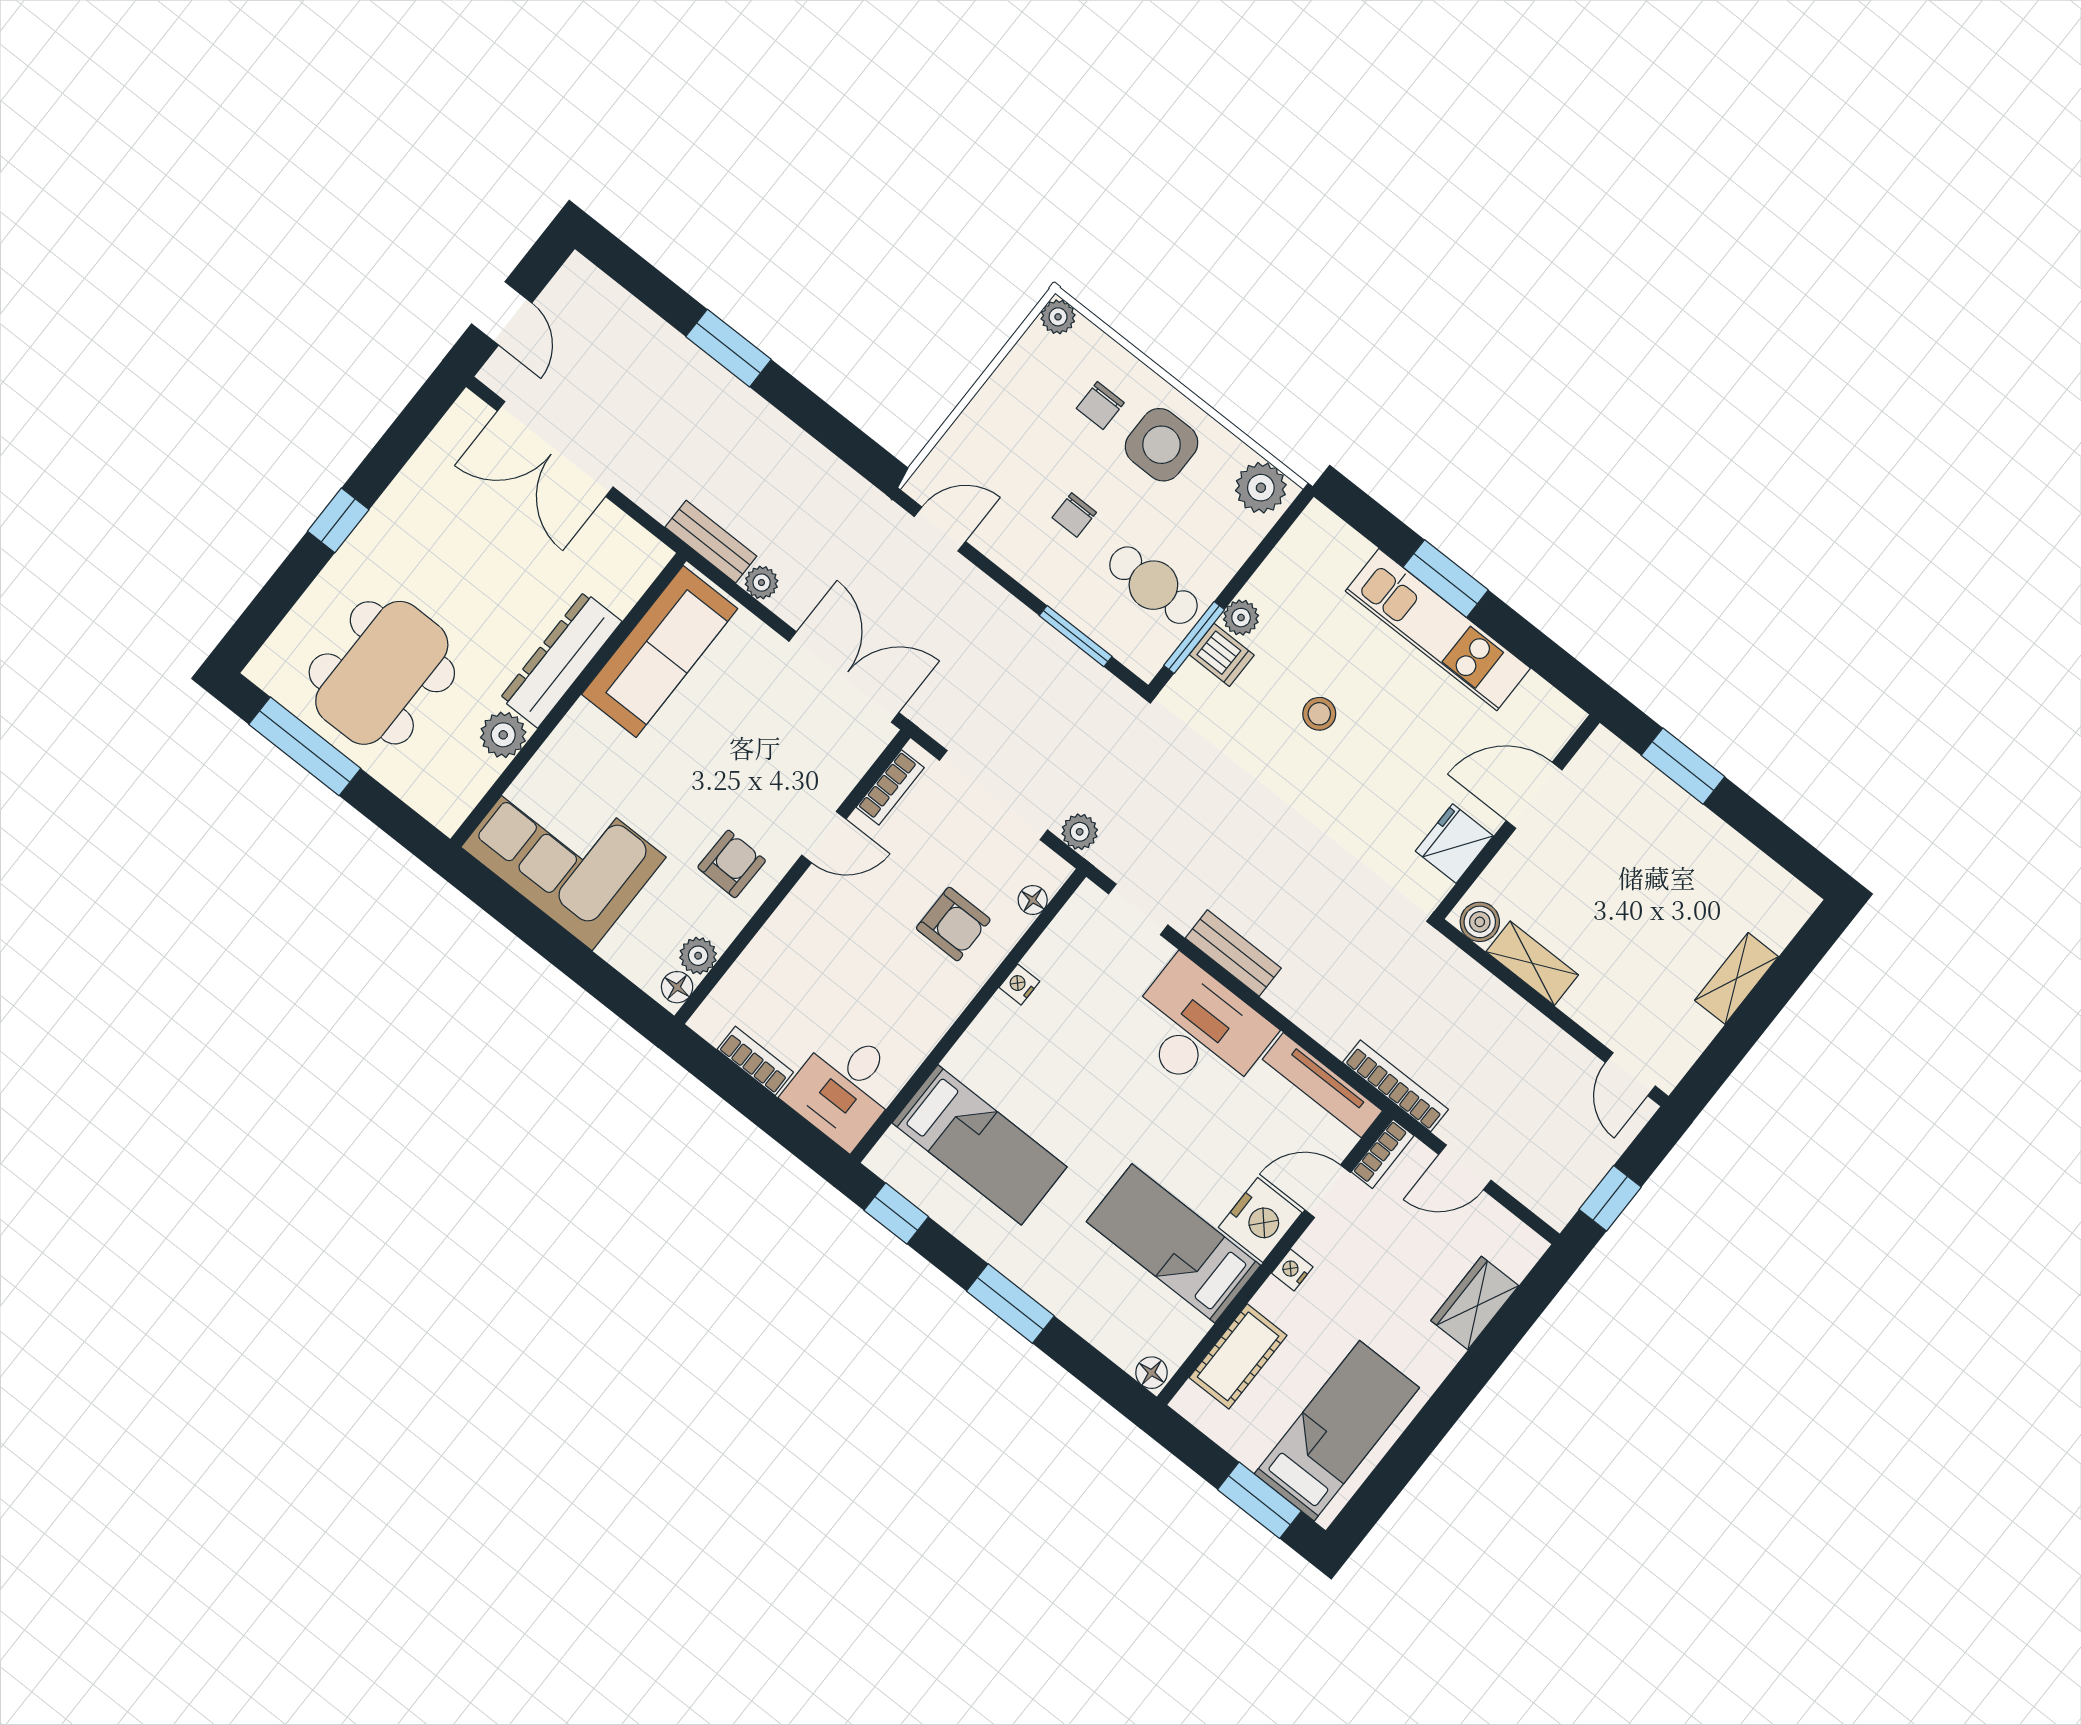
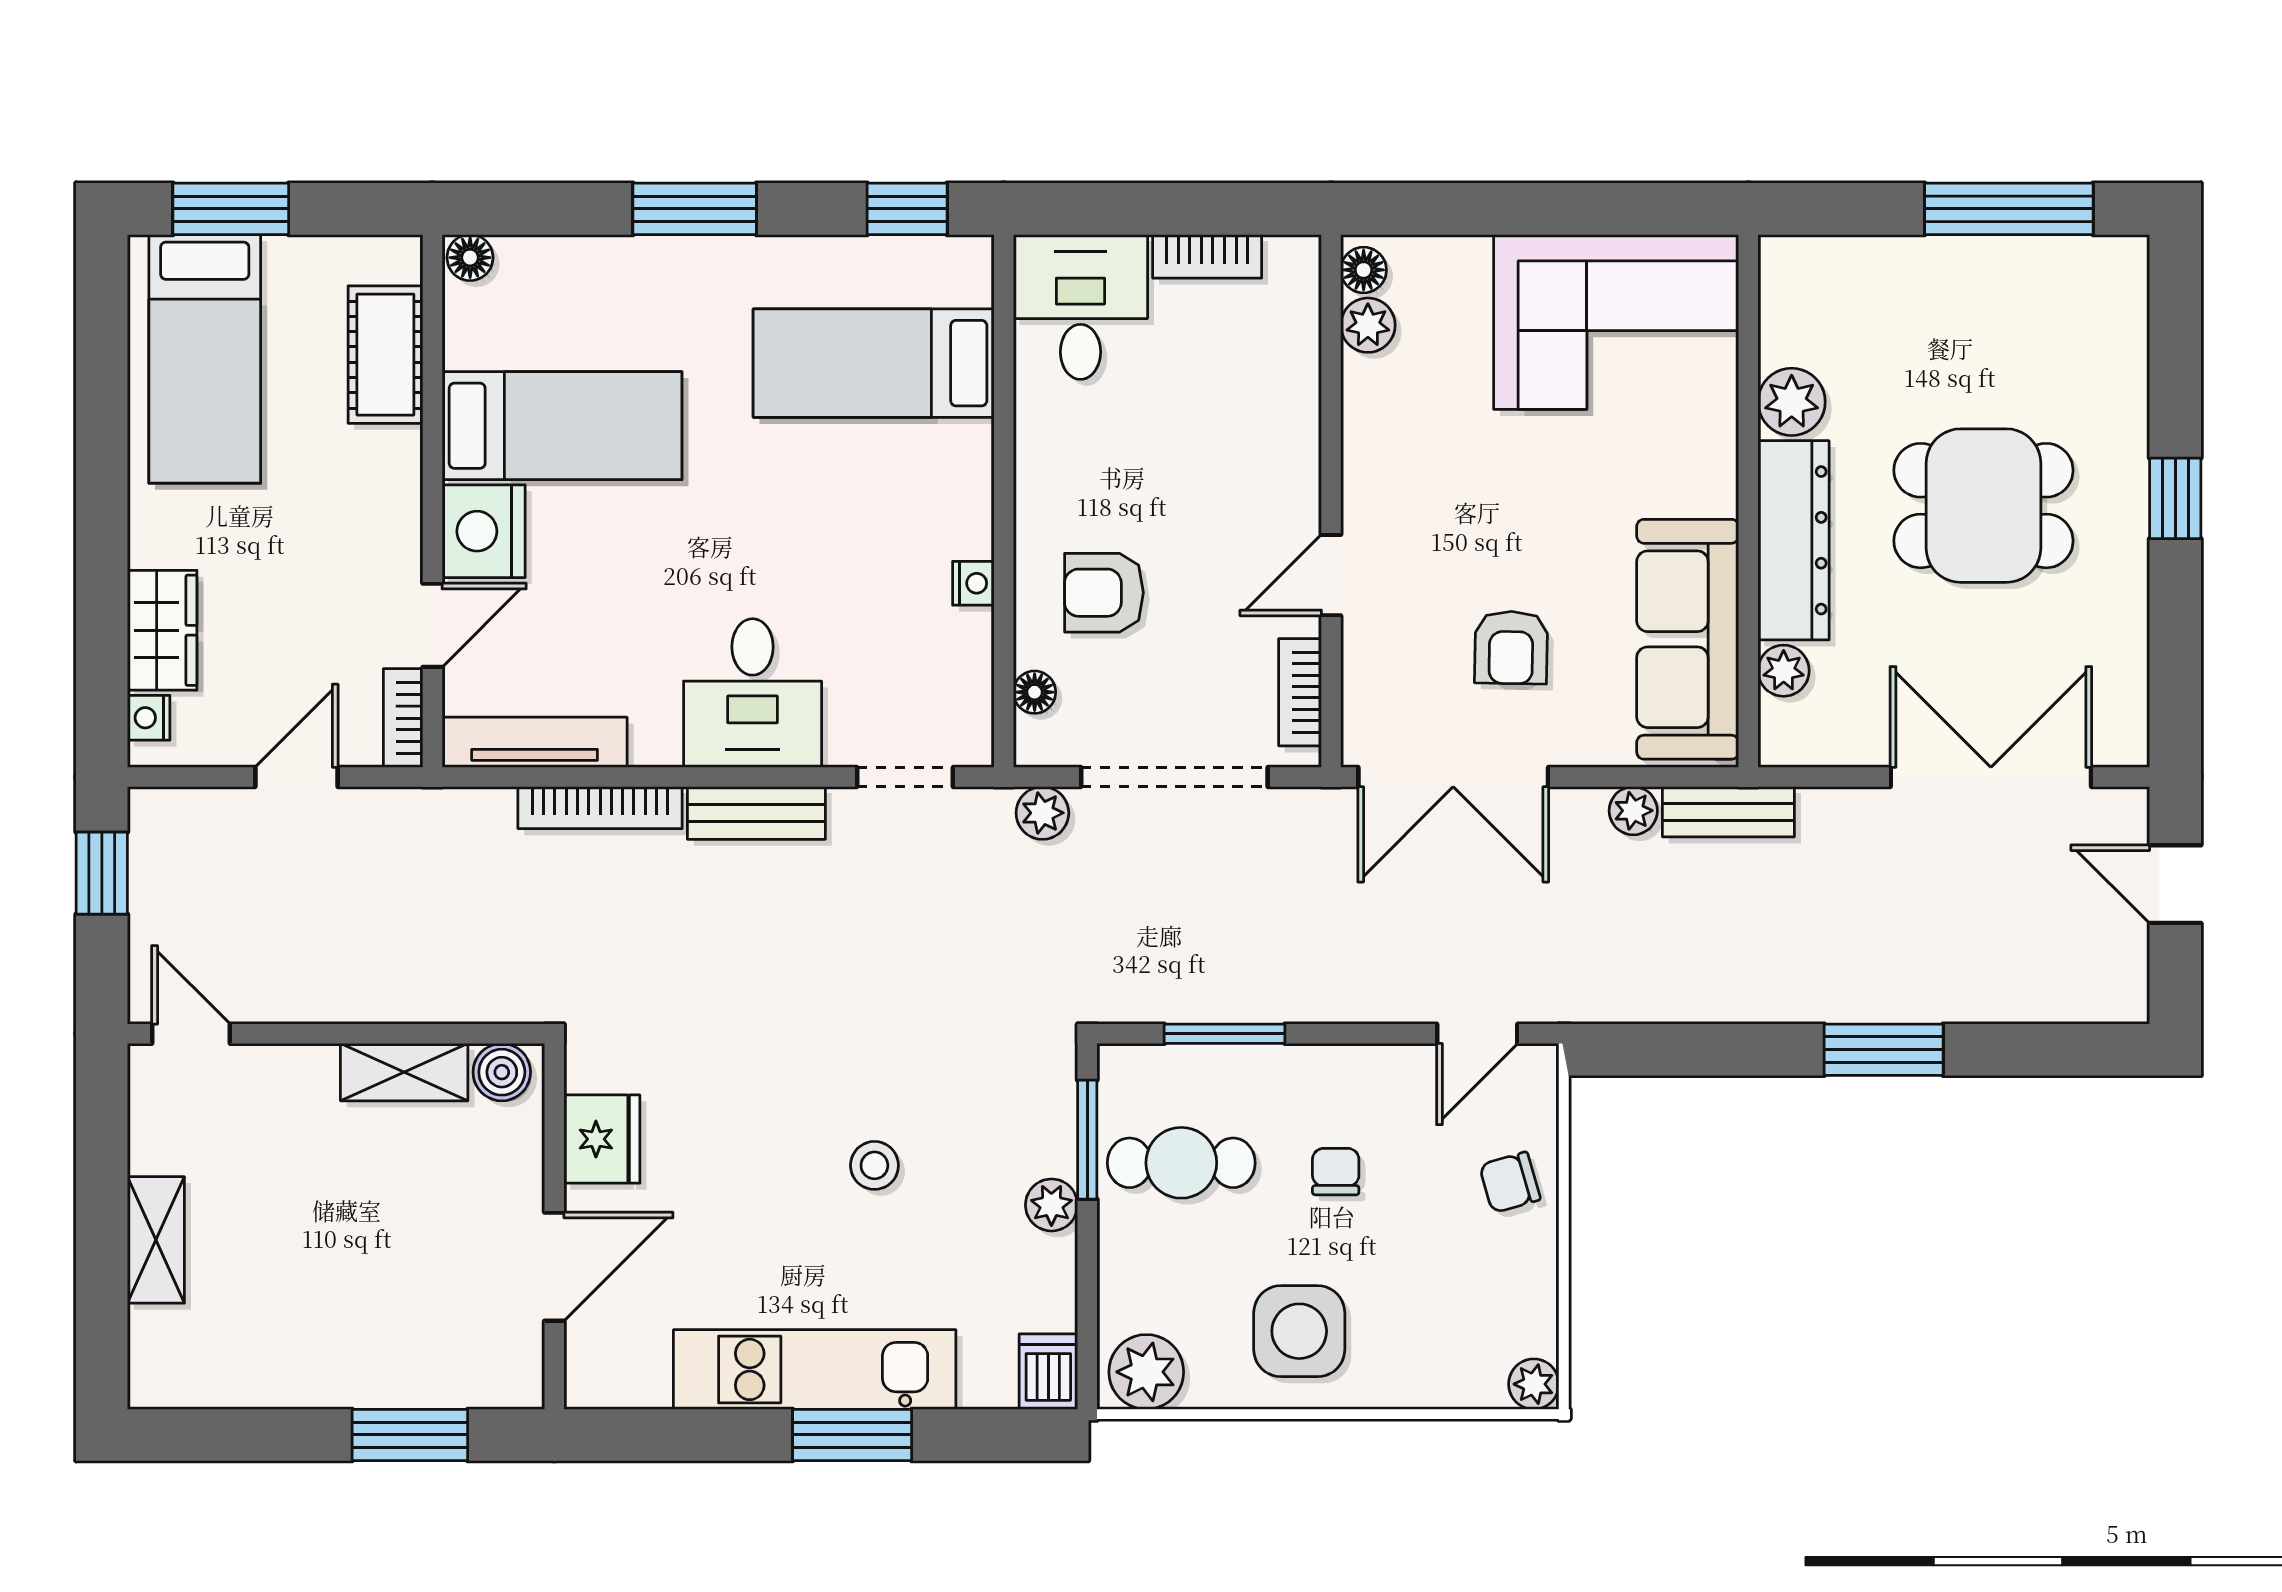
chair: (1100, 406) -> (1510, 1182), moved, turned -106
plant: (621, 594) -> (1784, 671), added
dishwasher: (1222, 655) -> (1048, 1372), moved, turned 90
dining table: (382, 673) -> (1983, 506), moved, width x0.73
armchair: (732, 864) -> (1511, 647), moved
desk: (1198, 1030) -> (753, 693), width x0.73
bookcase: (1396, 1086) -> (600, 808), moved
nightstand: (1292, 1270) -> (149, 718), moved, turned 180

